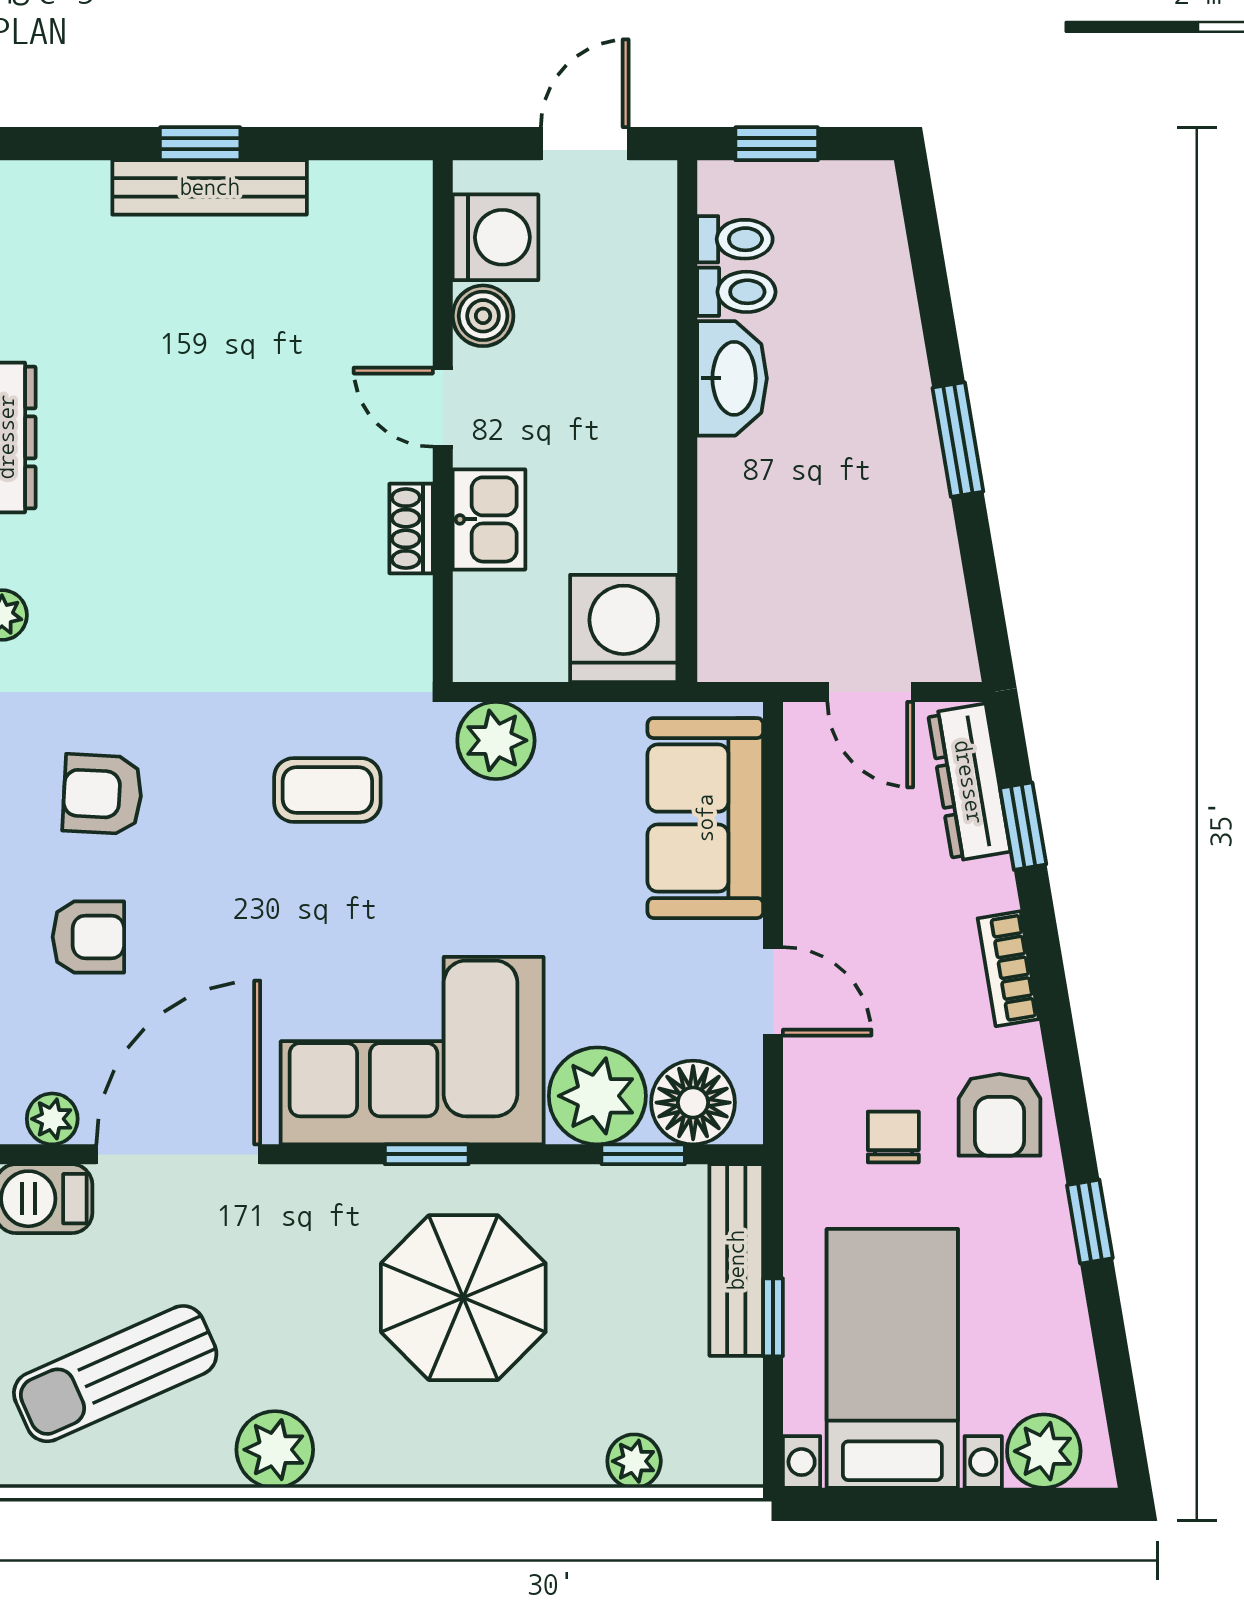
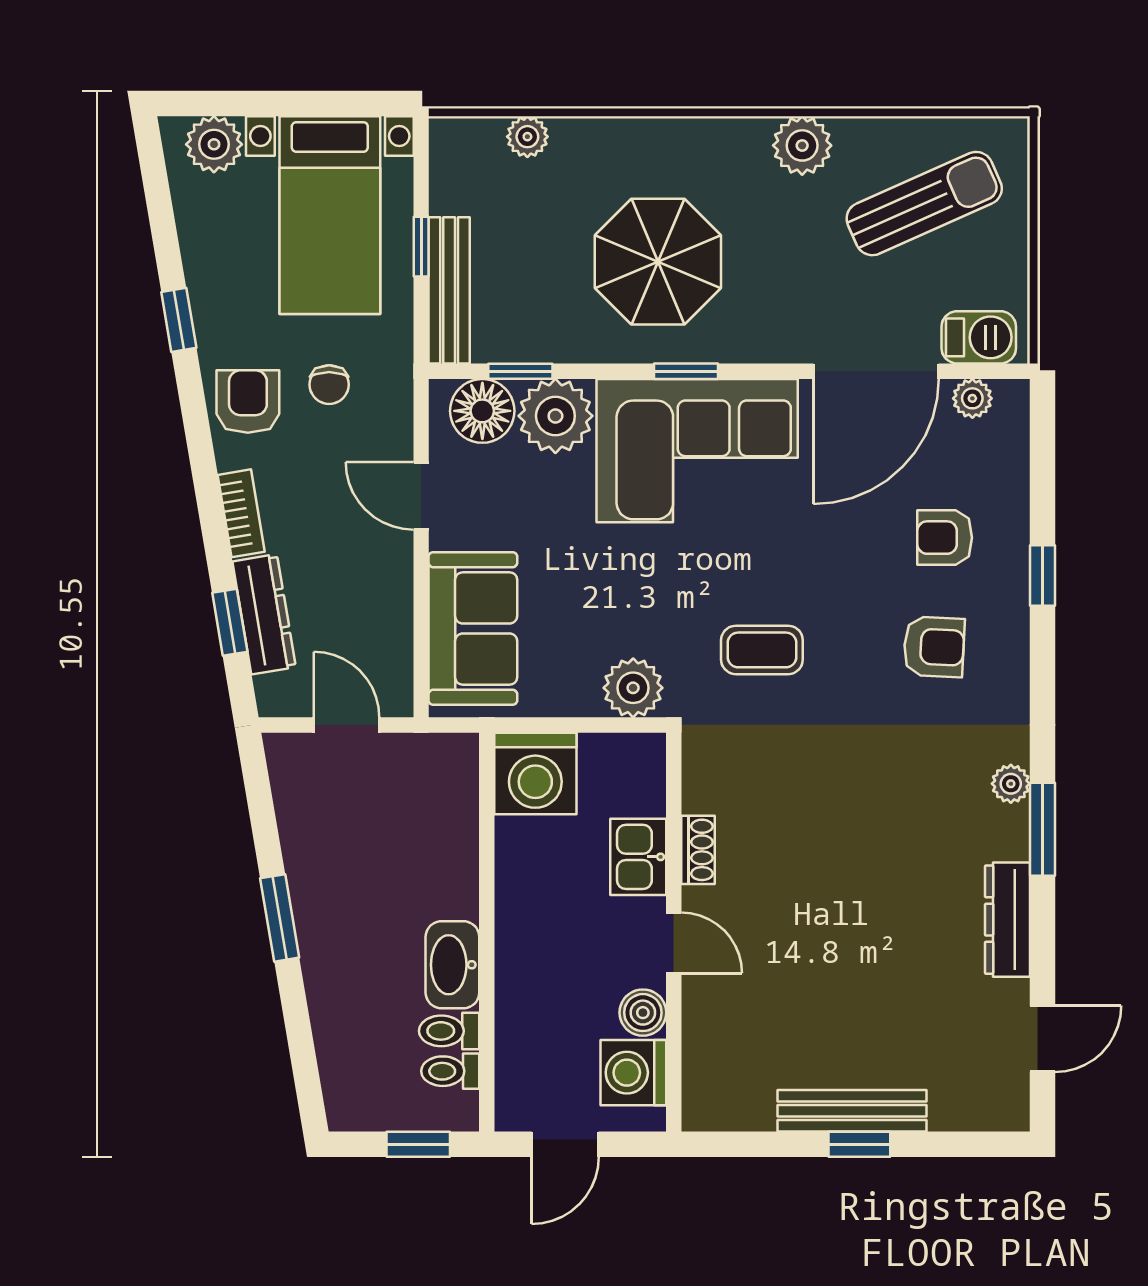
dresser: (969, 782) -> (264, 614), moved

